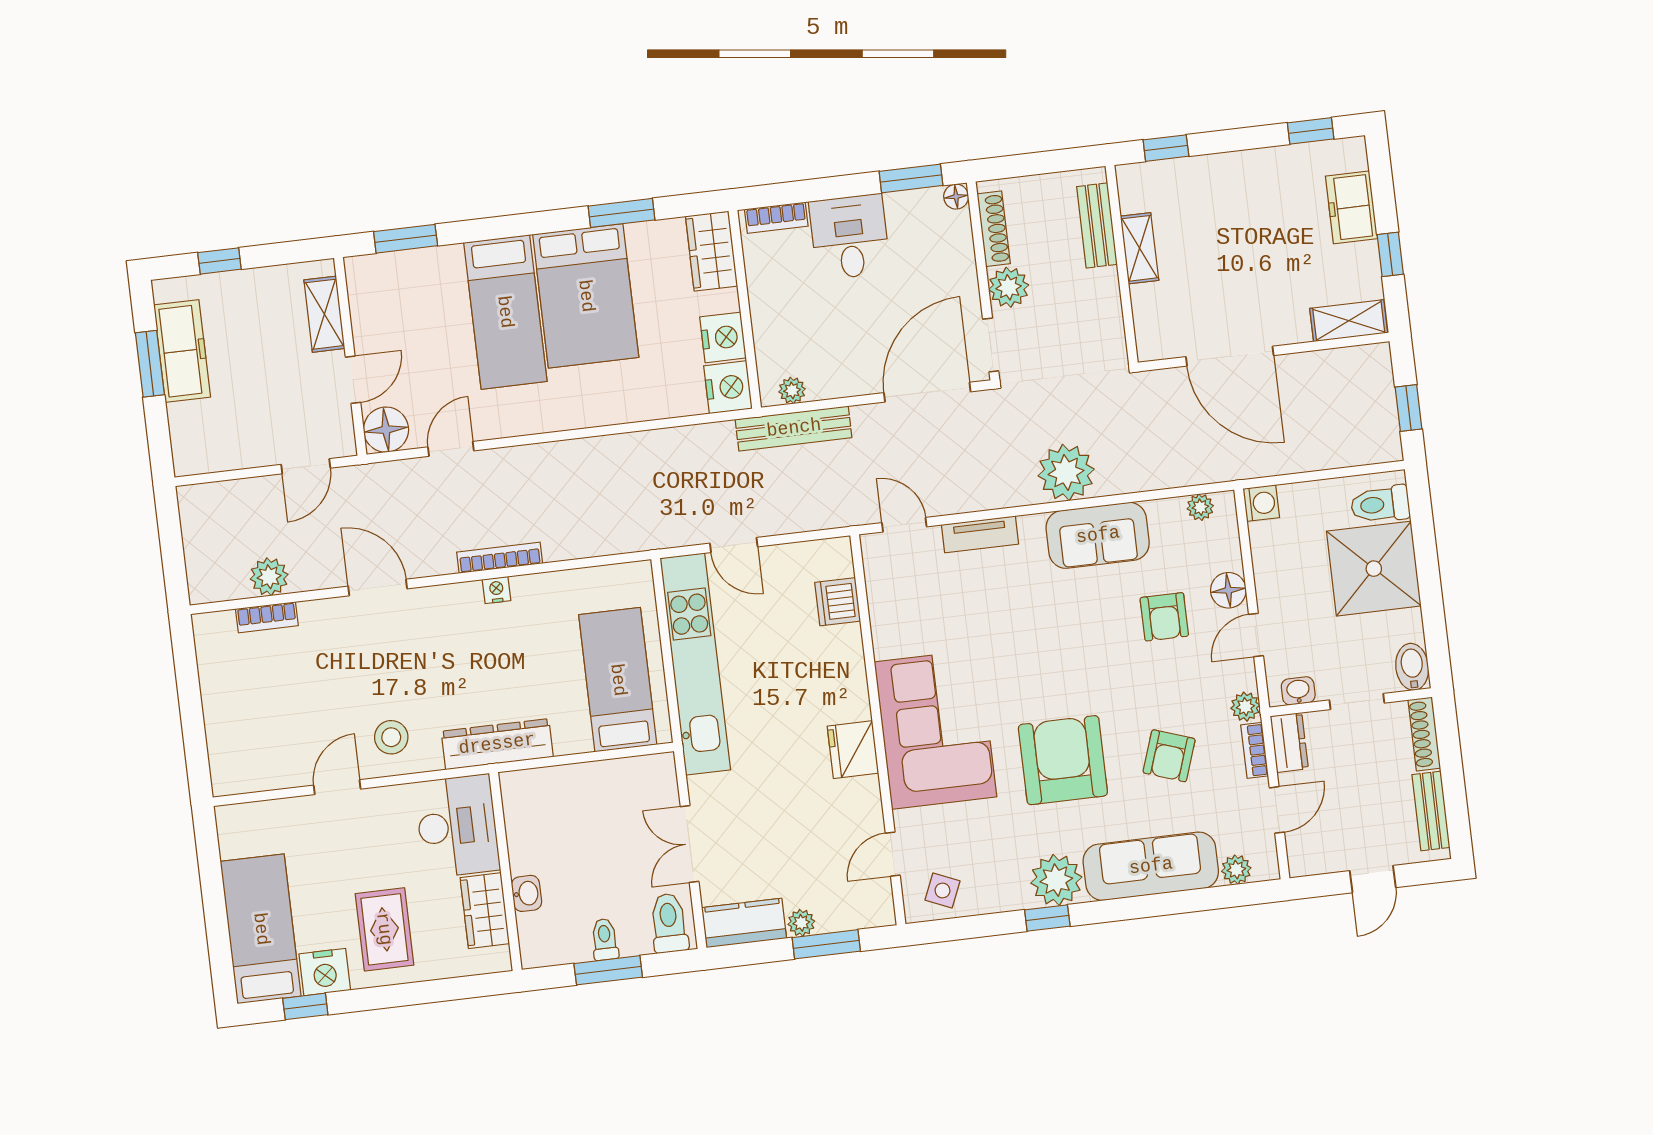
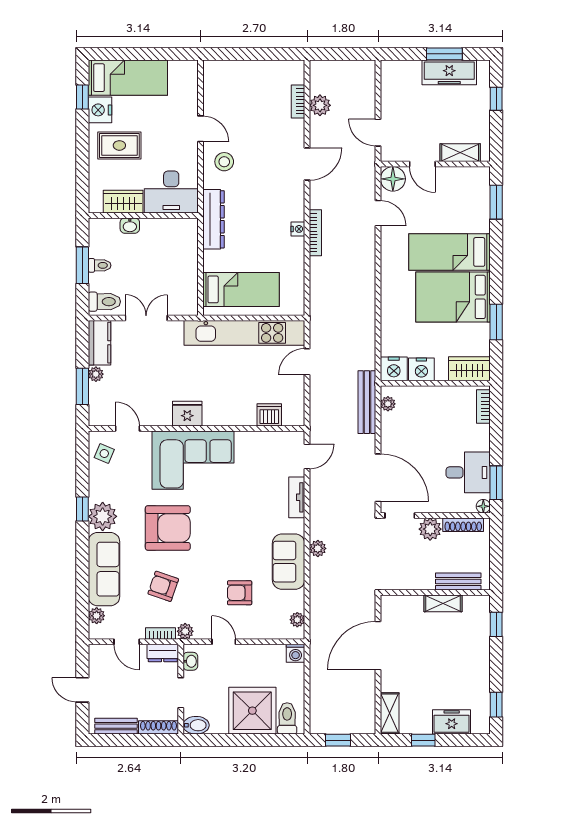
desk: (850, 237) -> (468, 472), moved
plant: (1066, 472) -> (318, 548), width x0.53, depth x0.53
floor lamp: (1228, 590) -> (250, 630), removed

